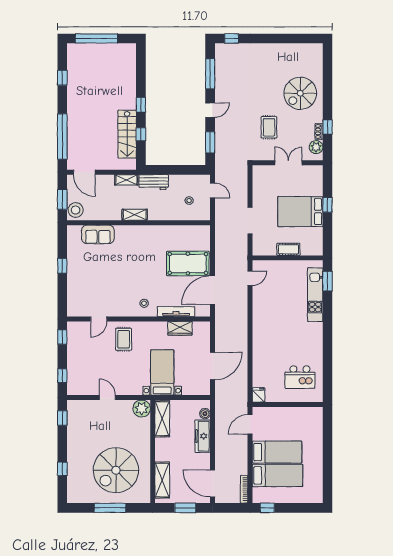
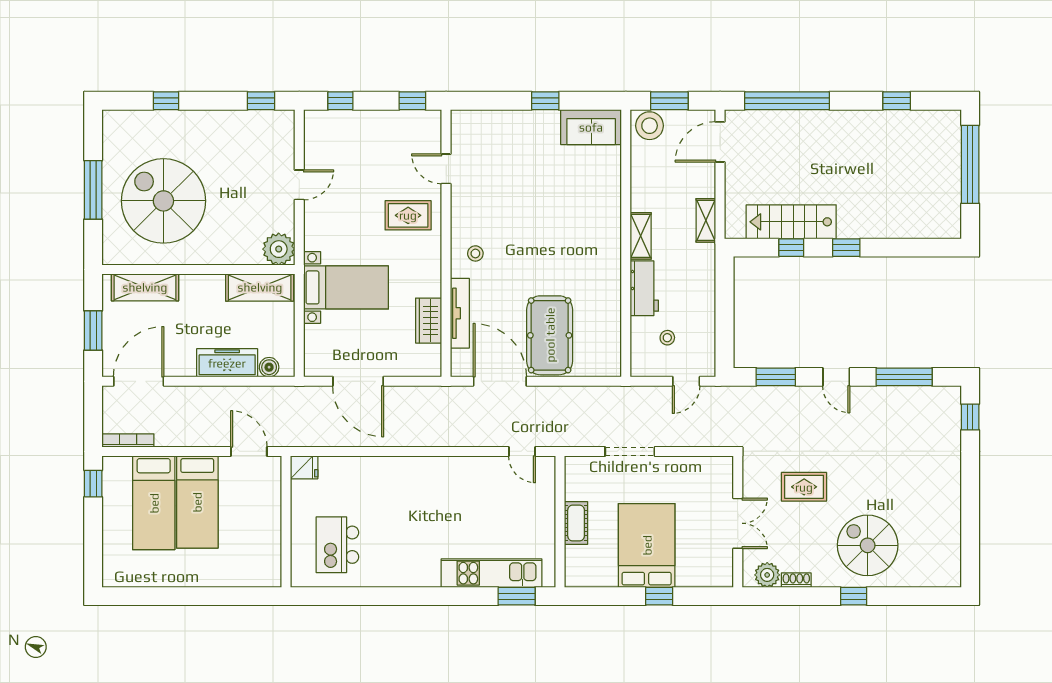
window: (327, 127) -> (854, 596), moved
workbench: (154, 182) -> (644, 288), moved, turned 180
sofa: (98, 234) -> (591, 127), moved, turned -90

